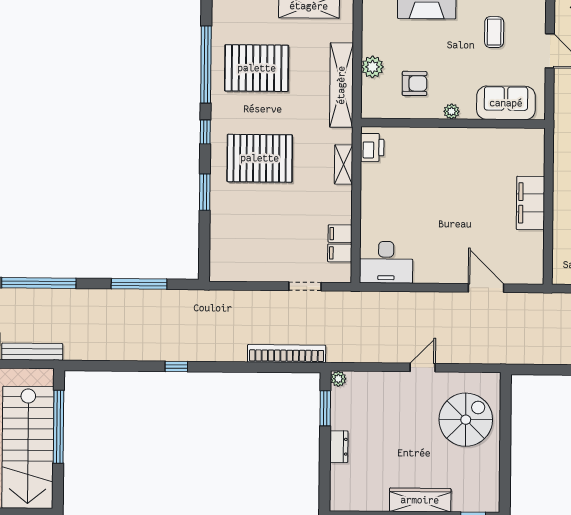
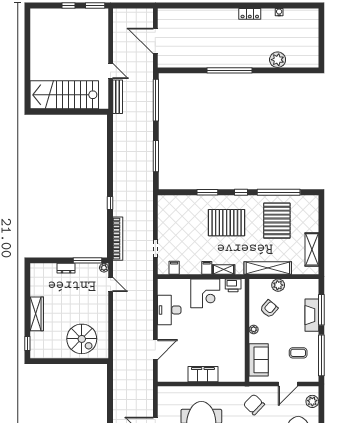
armchair: (415, 83) -> (269, 309), turned -139
pallet: (260, 158) -> (227, 223), turned 90
corner desk: (386, 198) -> (205, 293), added
filing cabinet: (340, 234) -> (207, 268), moved
desk: (386, 262) -> (169, 310), moved
window: (176, 366) -> (110, 203), moved
door: (423, 368) -> (111, 284), moved
window: (325, 408) -> (87, 260), width x1.44
window: (58, 427) -> (76, 112), removed

